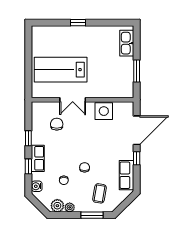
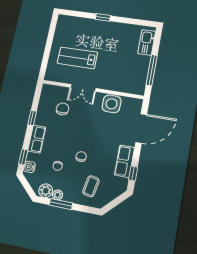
lab bench: (61, 70) -> (77, 58), width x0.73, depth x0.72
window: (137, 71) -> (152, 70), width x1.44
window: (137, 158) -> (133, 173), moved
window: (28, 166) -> (23, 157), moved
row of seats: (127, 175) -> (125, 161), moved
window: (92, 215) -> (61, 204), moved

